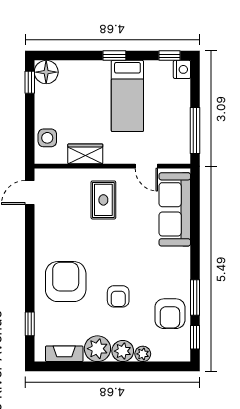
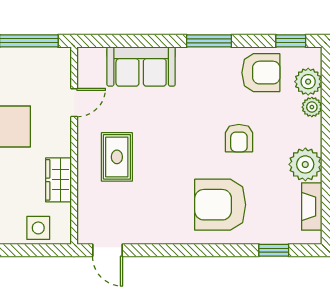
rug: (103, 200) -> (117, 157), turned 90
sofa: (175, 209) -> (141, 66), width x0.73
armchair: (118, 296) -> (239, 138), turned 90
window: (195, 298) -> (209, 41), moved
plant: (123, 351) -> (308, 82), moved

